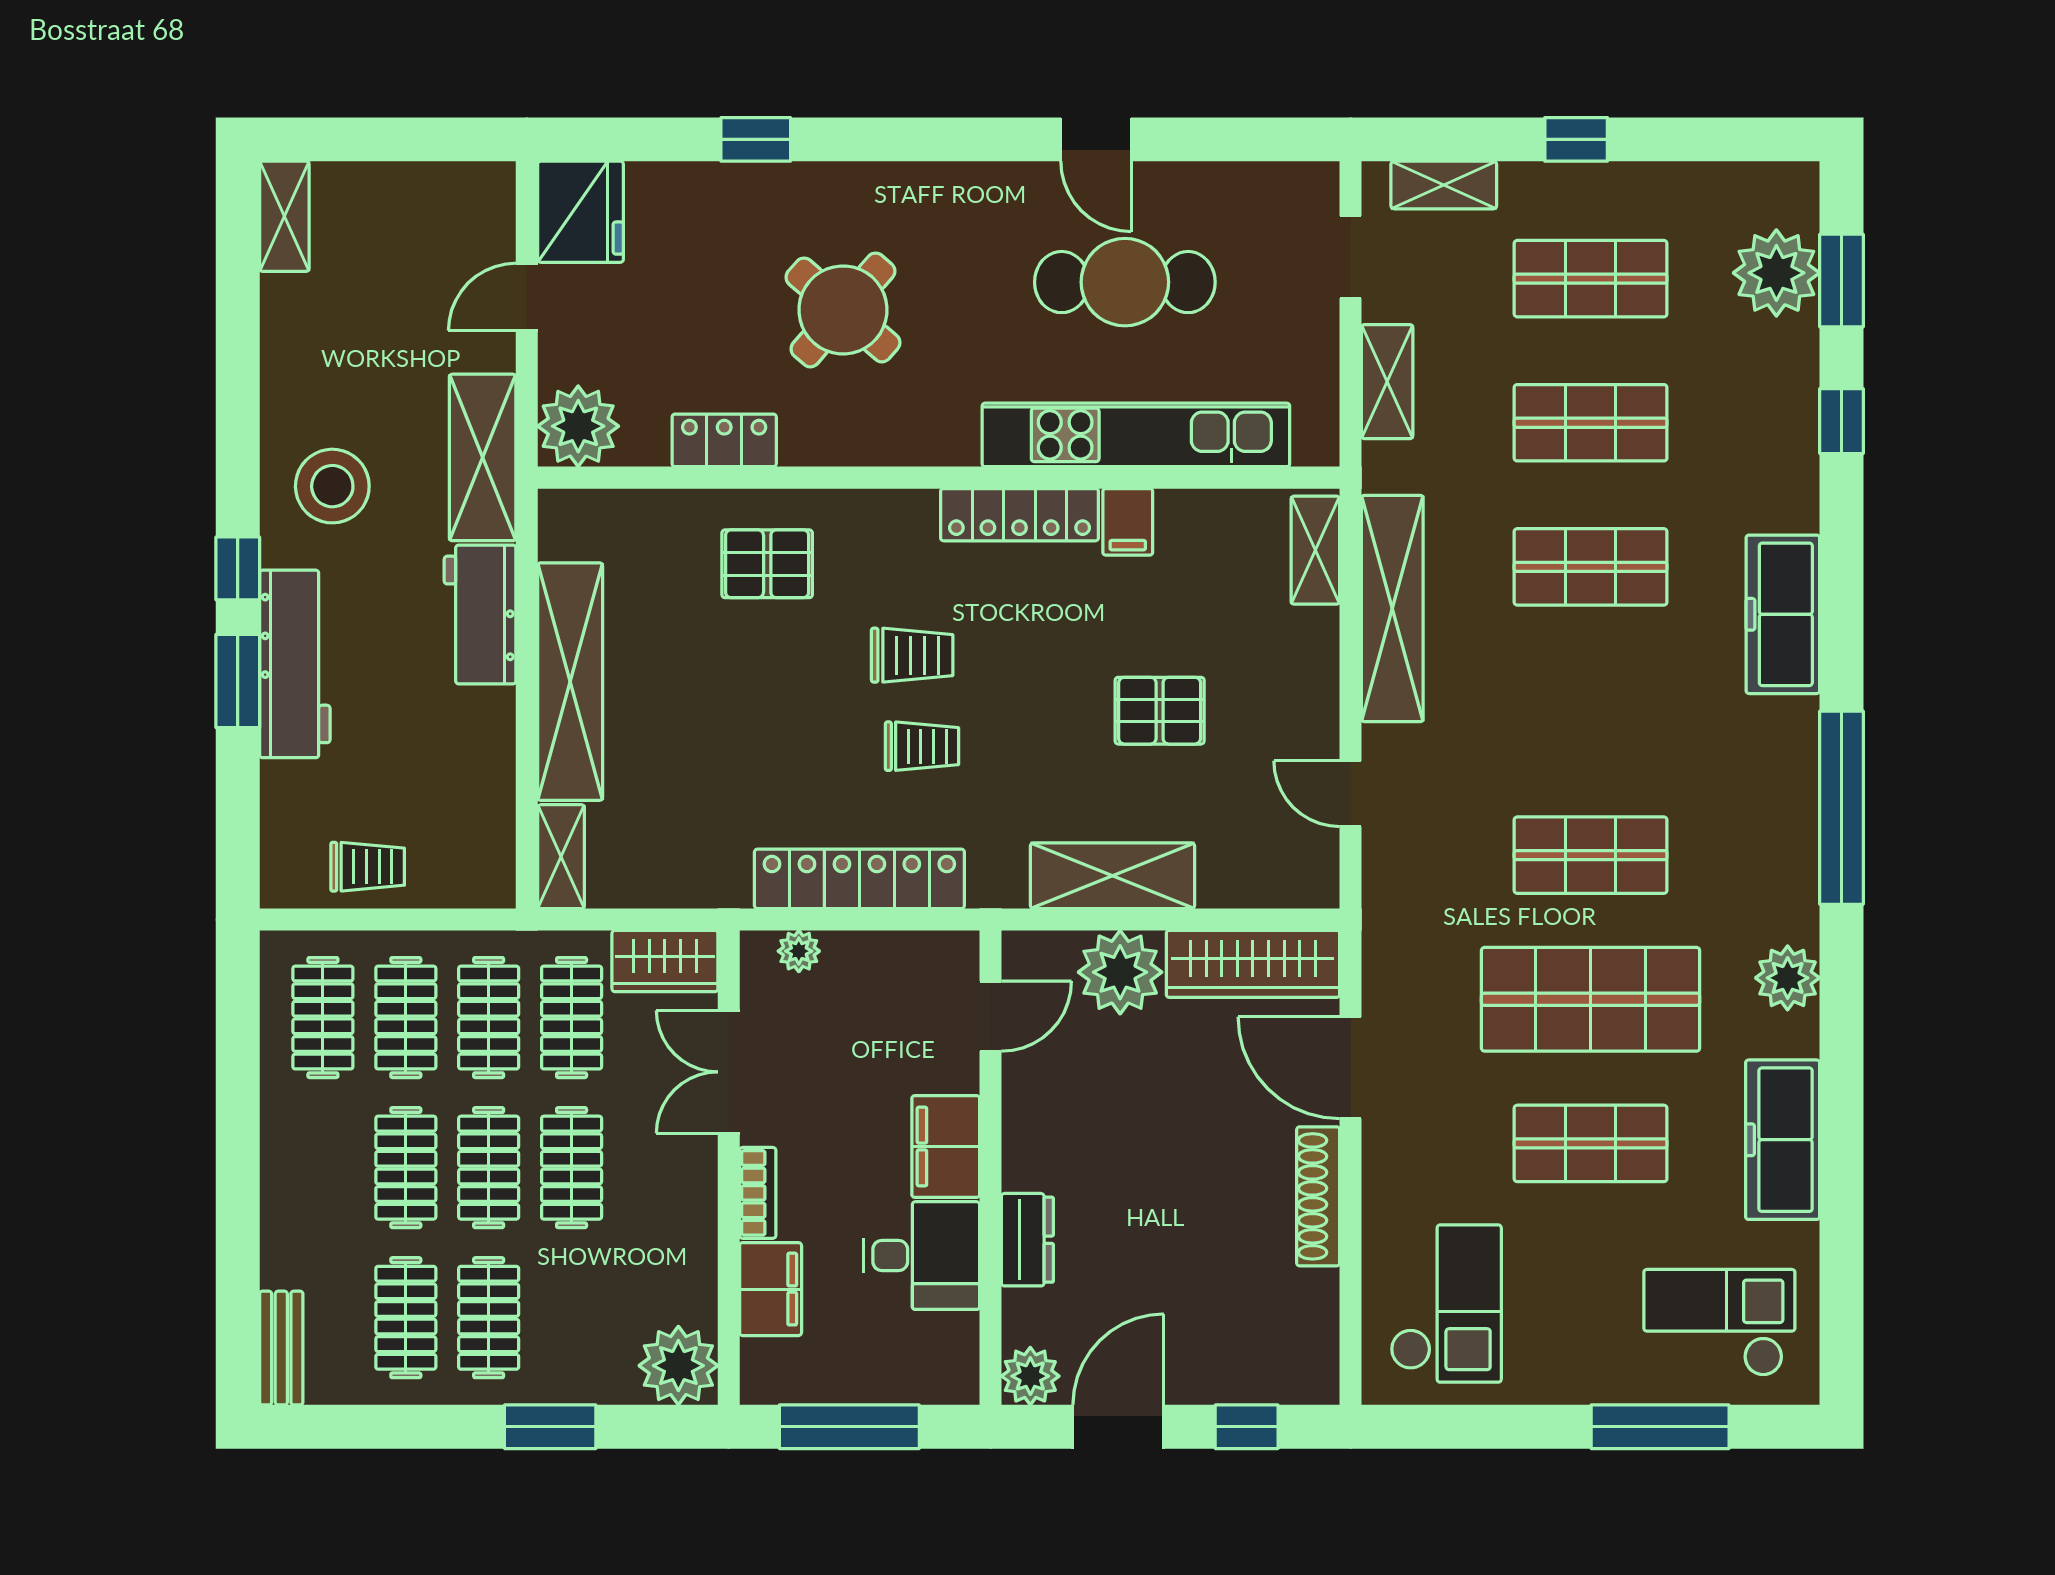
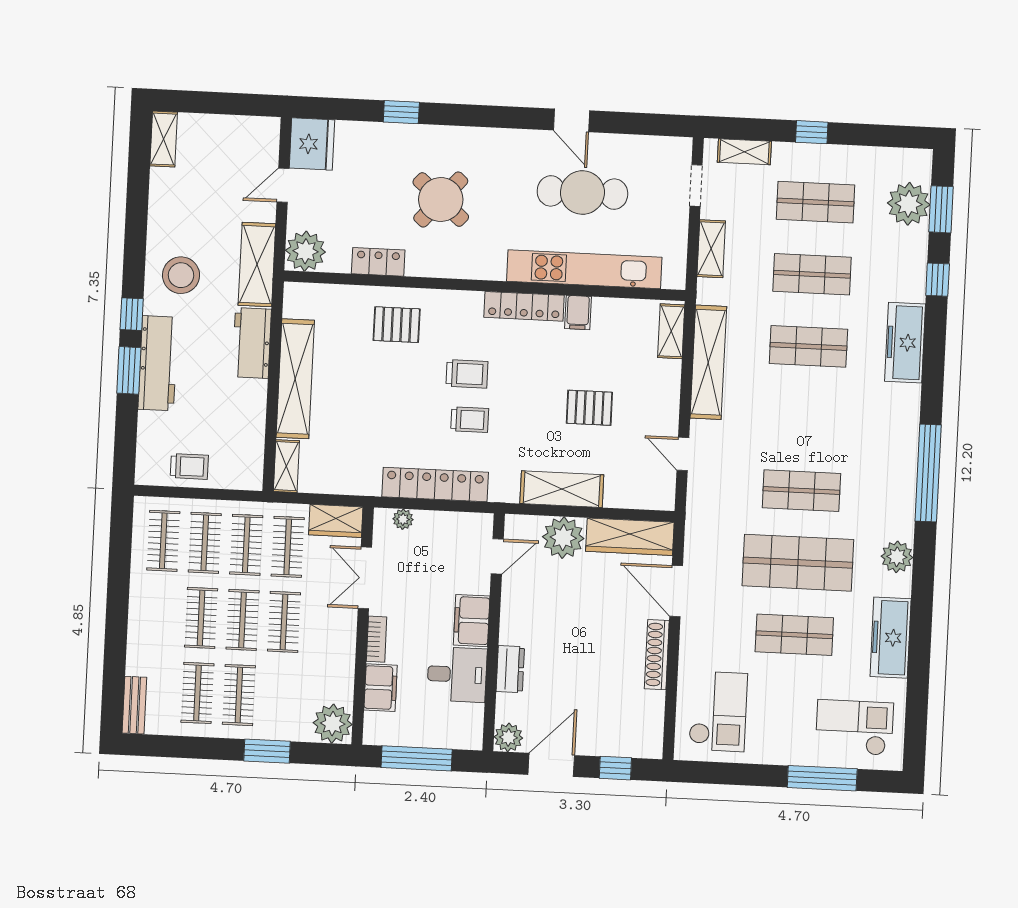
freezer: (1783, 614) -> (905, 343), moved

